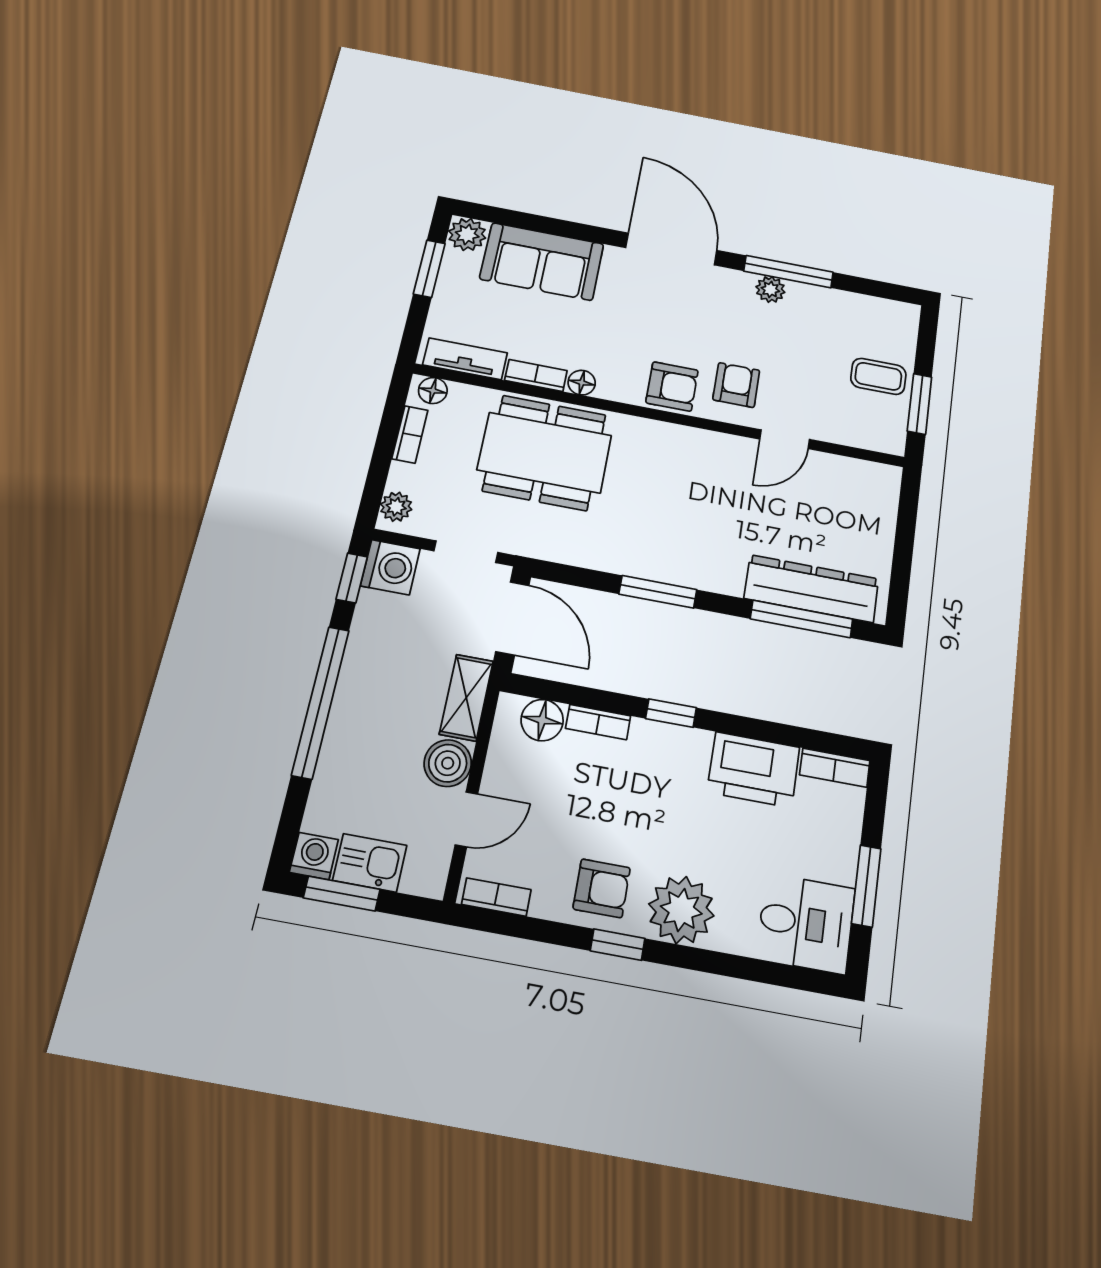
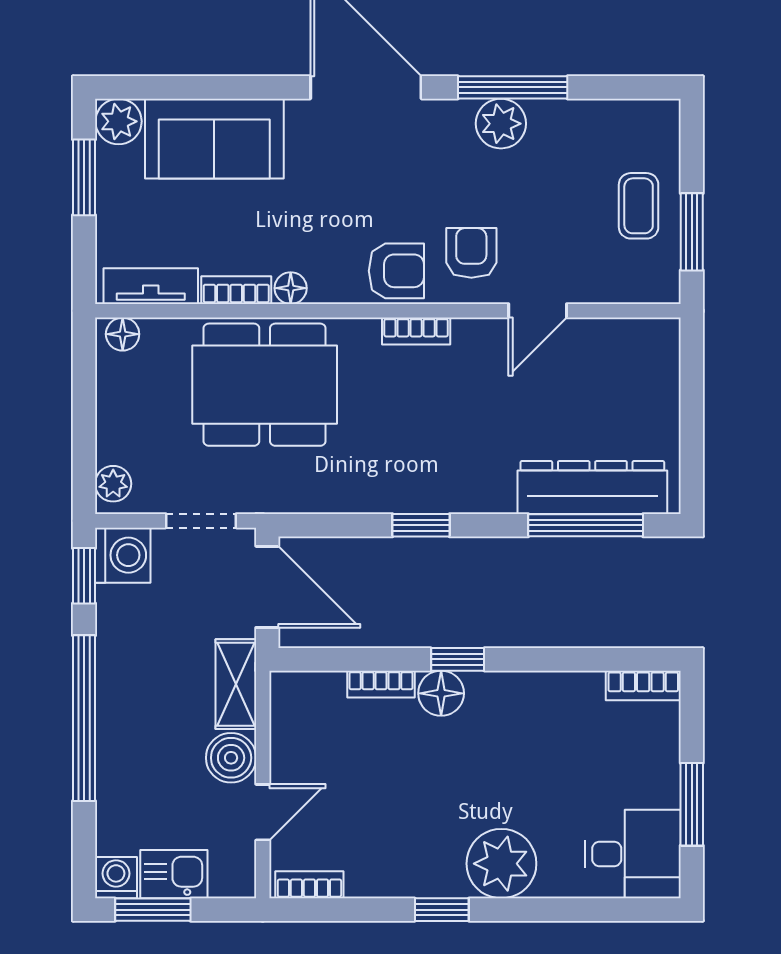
plant: (770, 289) -> (501, 124), width x1.38, depth x1.38
coffee table: (878, 376) -> (639, 206), turned 90
bookcase: (410, 434) -> (416, 331), moved, turned 90
window: (658, 592) -> (421, 525), width x0.67
floor lamp: (542, 720) -> (441, 693), moved
printer: (753, 770) -> (556, 704), removed
armchair: (602, 888) -> (416, 857), removed

